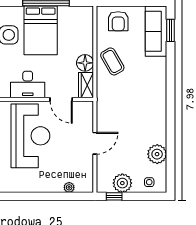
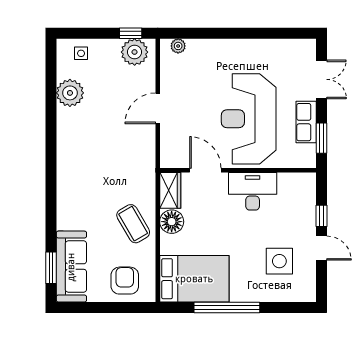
bed: (41, 30) -> (194, 279), moved, turned 90
plant: (122, 183) -> (135, 52), moved
plant: (69, 187) -> (178, 46), moved

